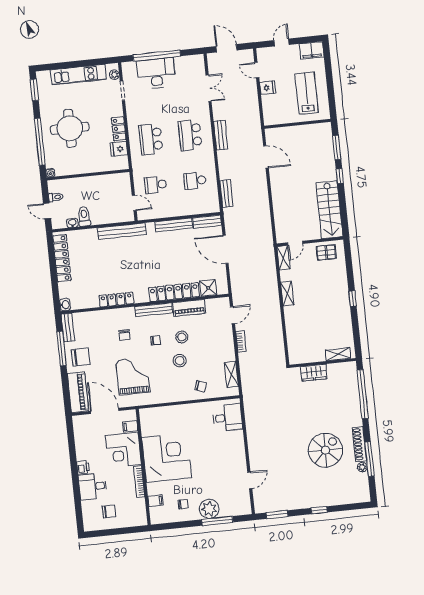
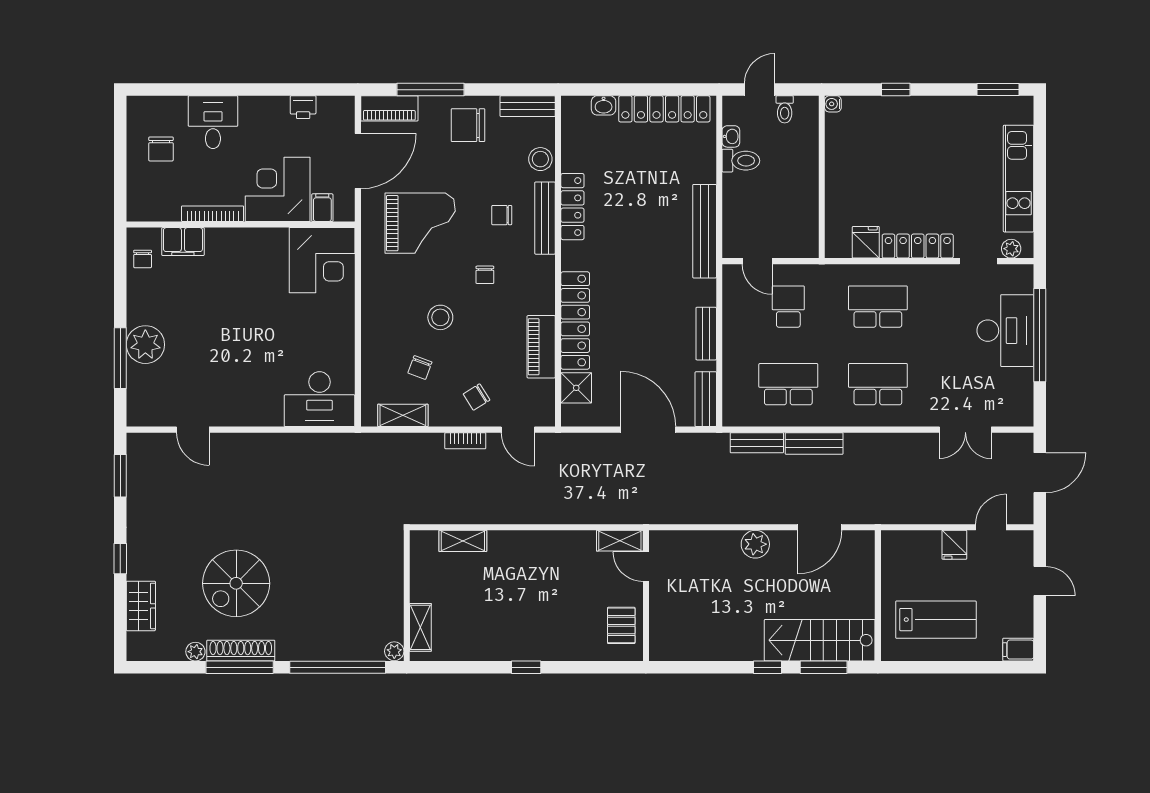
filing cabinet: (312, 50) -> (1018, 650), width x0.50
round table: (70, 128) -> (916, 151), removed
locker: (119, 129) -> (918, 246), width x1.53
bench: (221, 135) -> (814, 443), moved
window: (40, 142) -> (896, 90), width x0.32
school desk: (195, 181) -> (788, 384), width x1.85
plant: (278, 189) -> (755, 544), added
door: (134, 203) -> (757, 261), hinge flipped
stairs: (329, 210) -> (820, 640), moved
bench: (174, 225) -> (706, 334), width x0.73
door: (226, 249) -> (648, 430), hinge flipped
shelving: (287, 294) -> (463, 541), moved
washbasin: (65, 305) -> (604, 105), moved
bench: (154, 310) -> (545, 218), moved
stool: (182, 337) -> (540, 159), moved
chair: (218, 338) -> (477, 397), added
window: (62, 349) -> (430, 90), moved
chair: (81, 357) -> (468, 125), turned 91
plant: (352, 366) -> (394, 651), added
wardrobe: (314, 373) -> (141, 606), moved, turned 180
chair: (201, 386) -> (420, 367), moved
piano: (78, 392) -> (389, 108), width x0.73, depth x0.75
desk: (228, 418) -> (320, 399), width x1.37
spiral stairs: (325, 450) -> (236, 583), turned 90
corner desk: (167, 458) -> (322, 260), moved, width x0.74, depth x0.74
window: (369, 459) -> (240, 667), moved
printer: (83, 467) -> (303, 107), moved
filing cabinet: (155, 501) -> (183, 242), width x2.00
chair: (183, 504) -> (143, 259), moved

